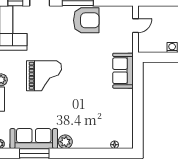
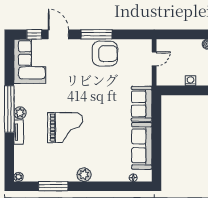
grand piano: (44, 76) -> (65, 128), moved
sofa: (34, 139) -> (142, 146), moved, turned -90

